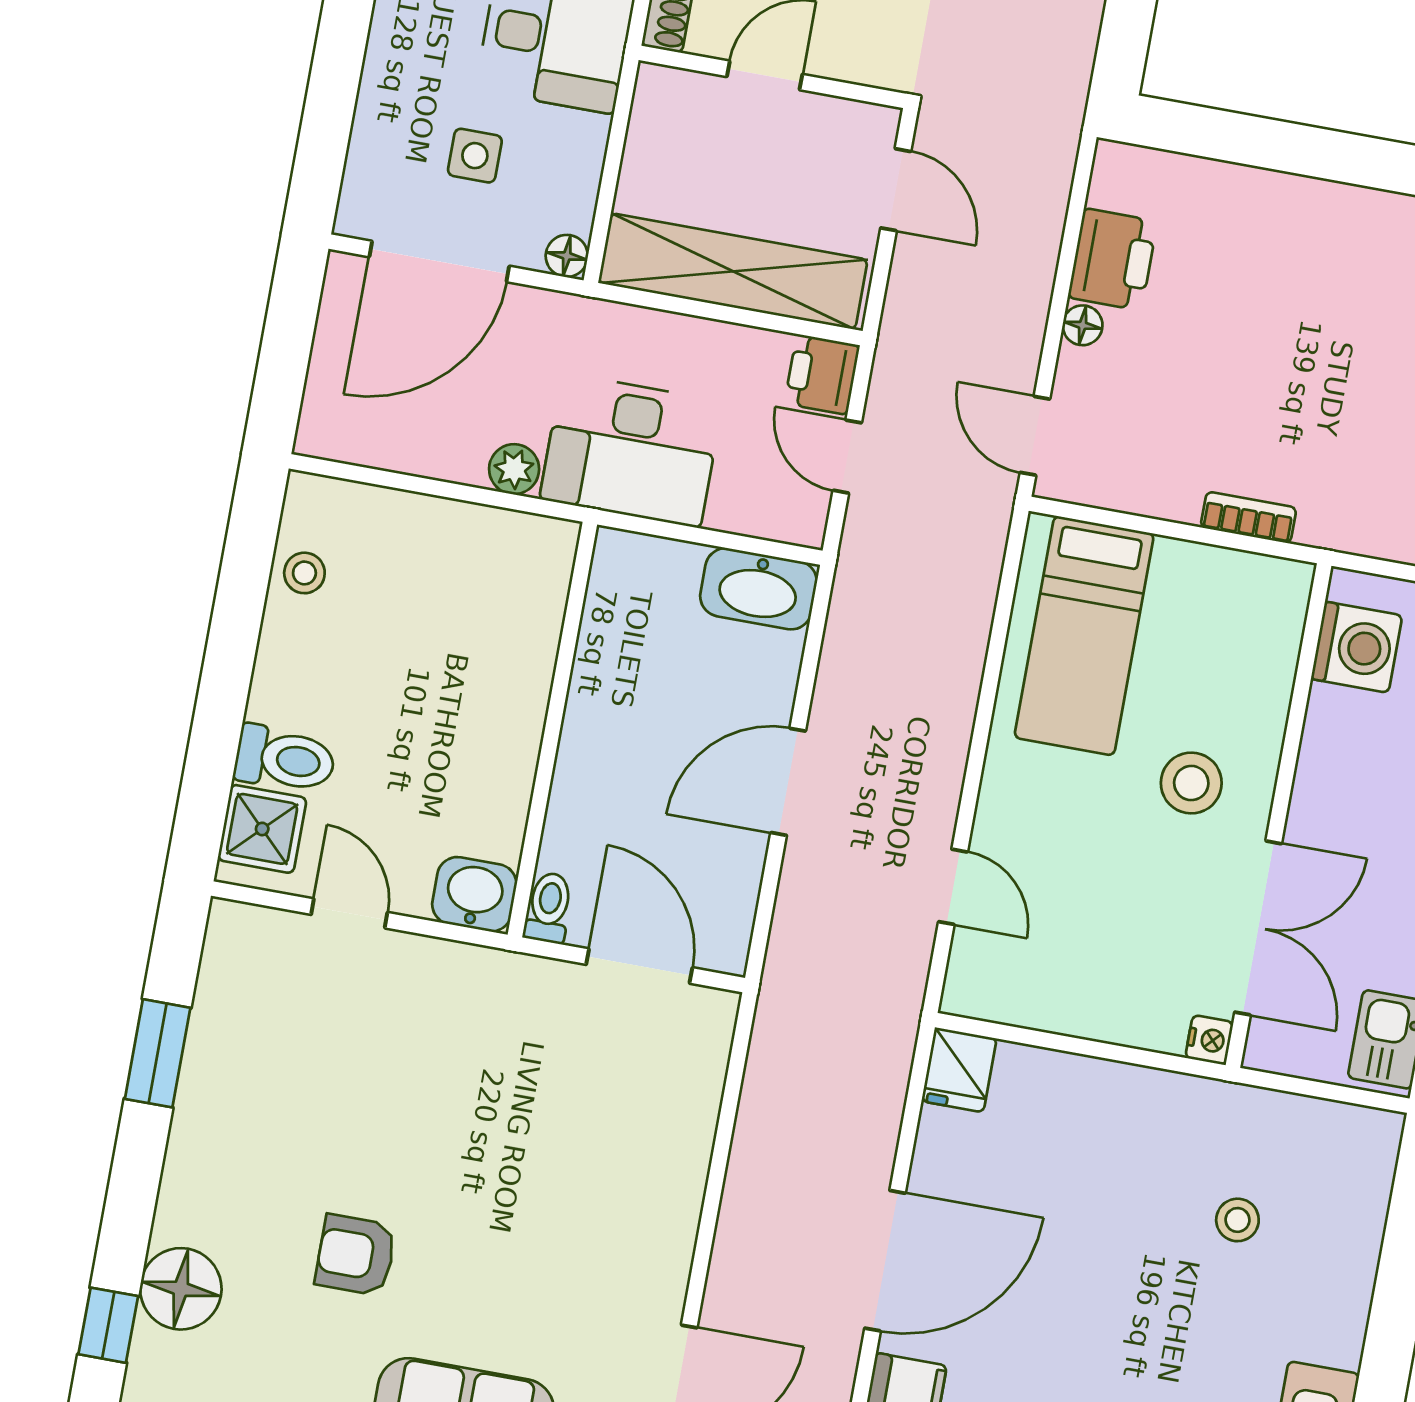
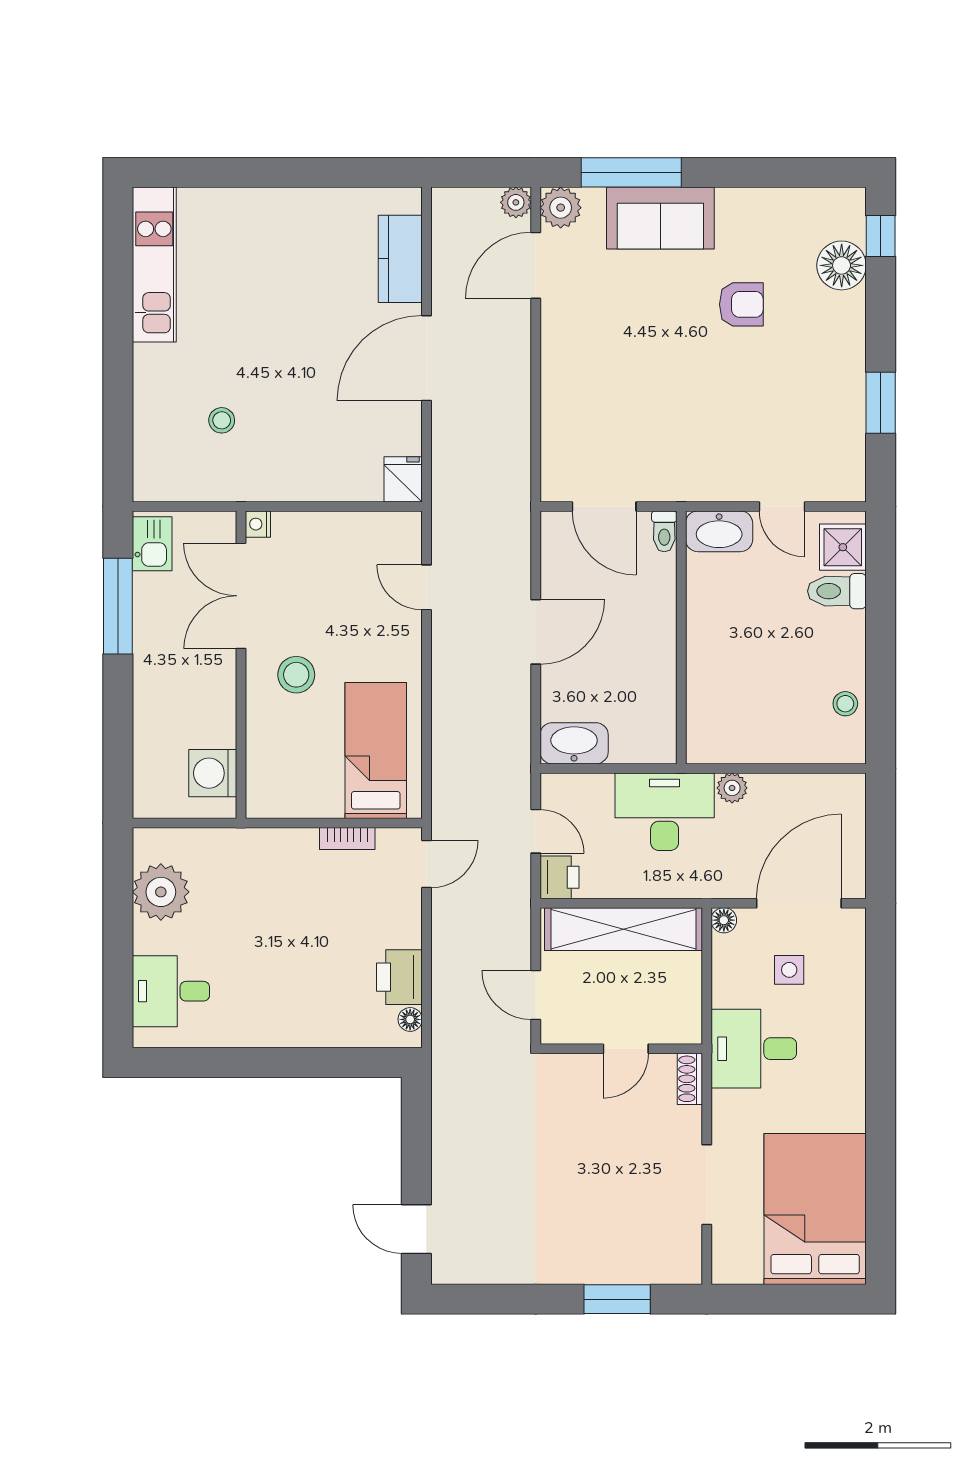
floor lamp: (1083, 325) -> (410, 1019), moved
door: (1035, 436) -> (426, 864), hinge flipped
bookcase: (1248, 517) -> (347, 838), moved
washbasin: (474, 894) -> (719, 531), width x1.38

